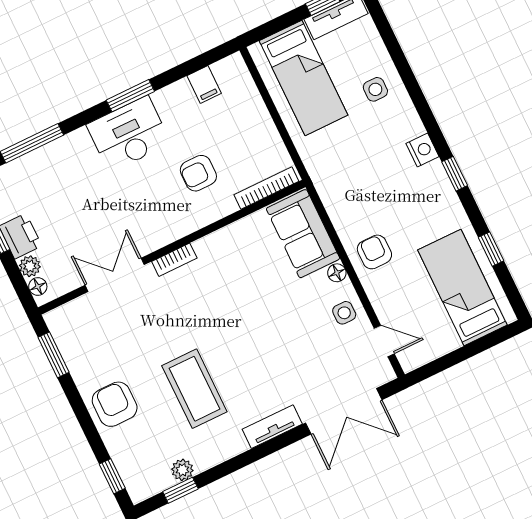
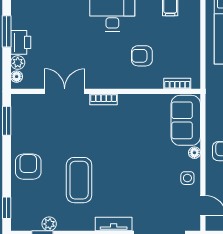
bookcase: (266, 188) -> (177, 84), width x0.64

